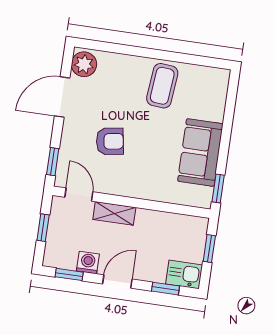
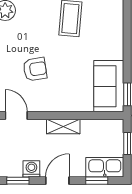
sofa: (200, 152) -> (109, 86), moved
shelving: (114, 213) -> (63, 126), moved
kitchen sink: (184, 274) -> (105, 167), width x1.38

